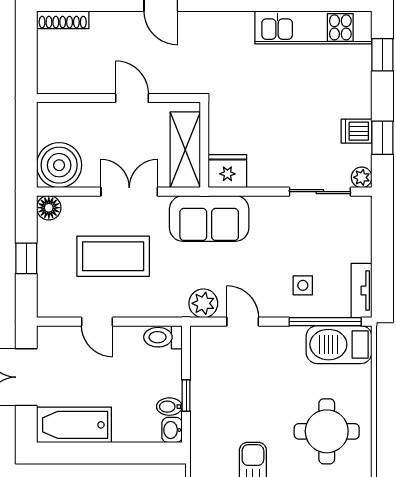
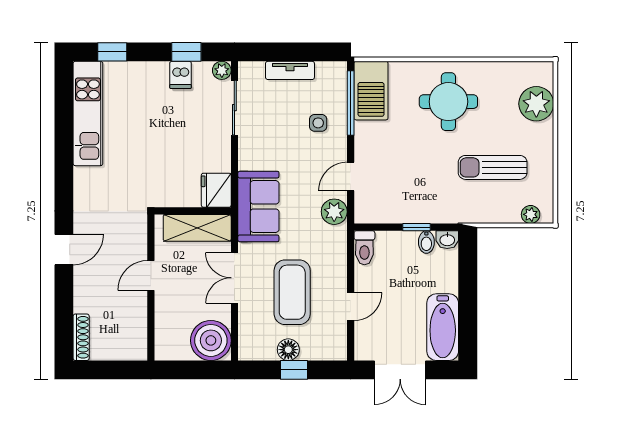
floor lamp: (49, 208) -> (288, 350), moved
tv unit: (362, 291) -> (290, 70), moved

